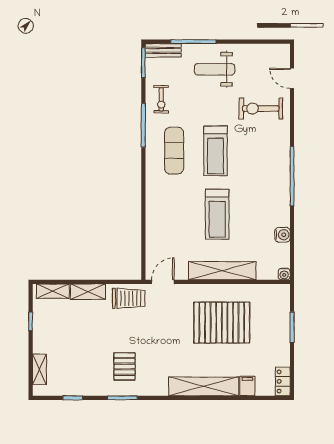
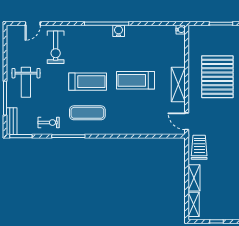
treadmill: (217, 214) -> (136, 80), turned 180
water cooler: (282, 235) -> (119, 31), moved
shelving: (222, 271) -> (178, 85), width x0.68

